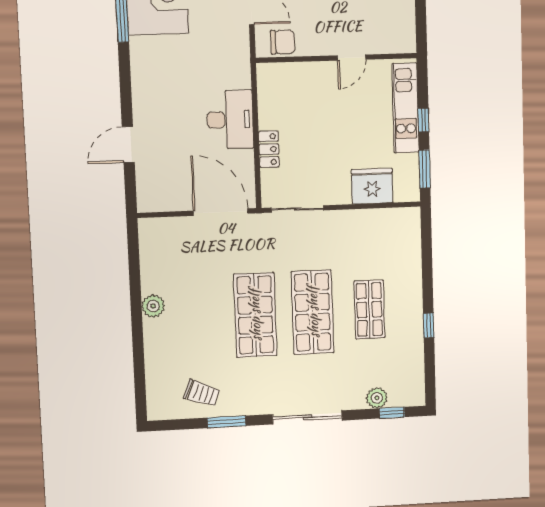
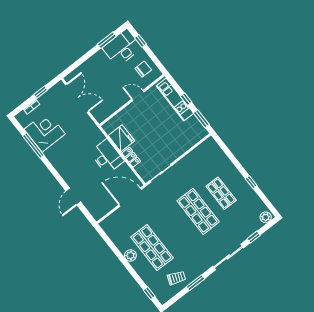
chair: (283, 42) -> (143, 69), moved
door: (352, 58) -> (138, 96), swing flipped
fridge: (372, 186) -> (121, 138), moved, turned 90
shop shelf: (255, 315) -> (152, 247), moved
window: (140, 387) -> (149, 293), added
plant: (377, 398) -> (266, 217), moved
window: (392, 413) -> (254, 237), moved

